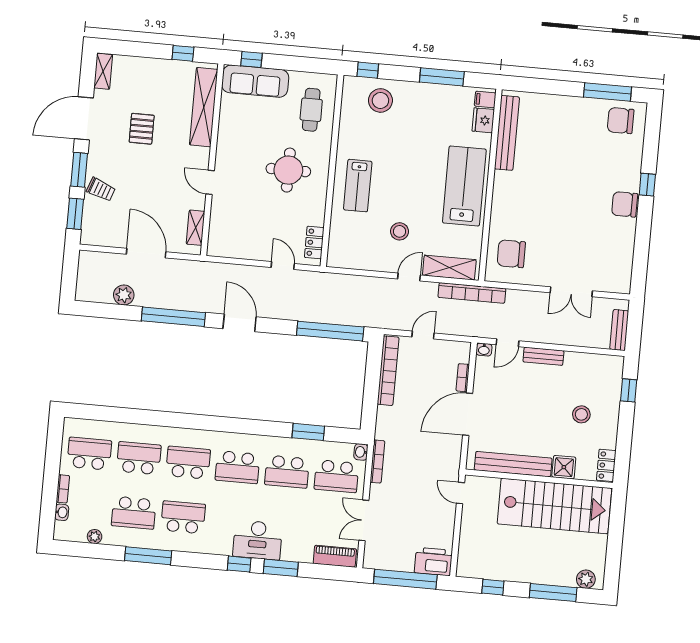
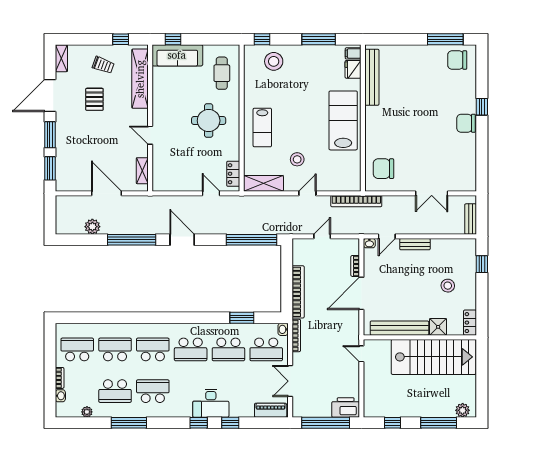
trolley: (101, 189) -> (103, 65), moved
shelving: (449, 268) -> (263, 183), moved
bookcase: (388, 371) -> (298, 292), moved
window: (281, 568) -> (230, 423), width x0.67

